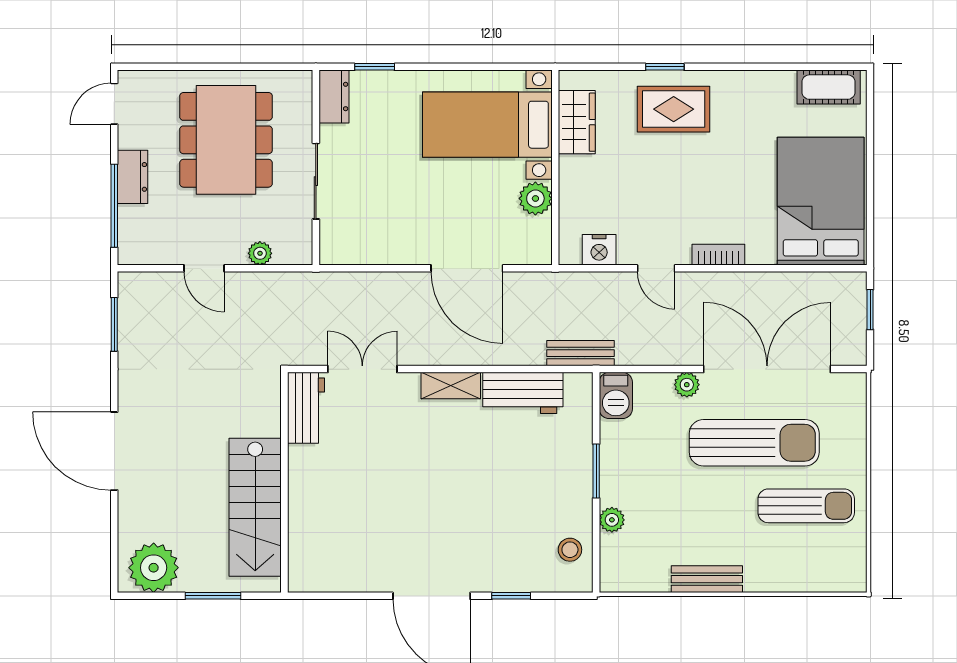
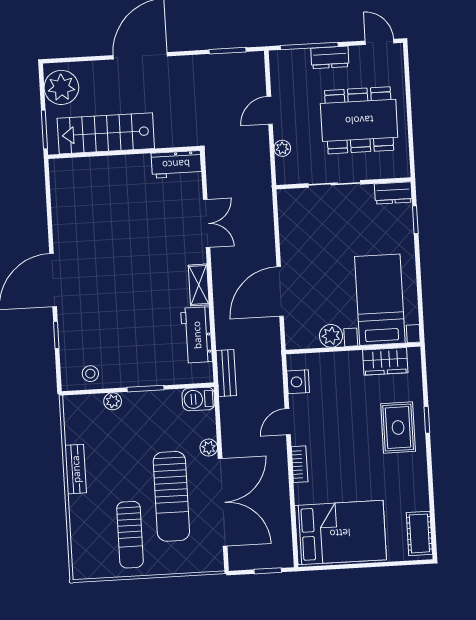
workbench: (306, 408) -> (176, 164), moved
wall: (284, 482) -> (124, 152), moved
stairs: (255, 507) -> (106, 133), moved

